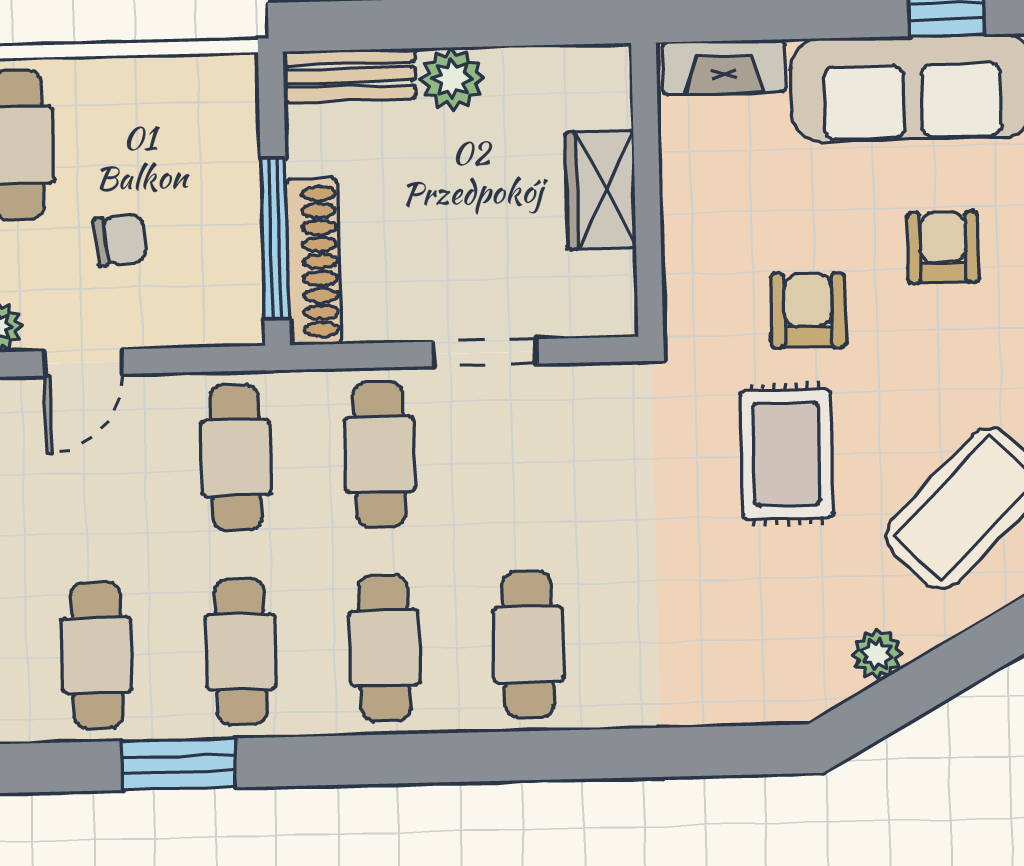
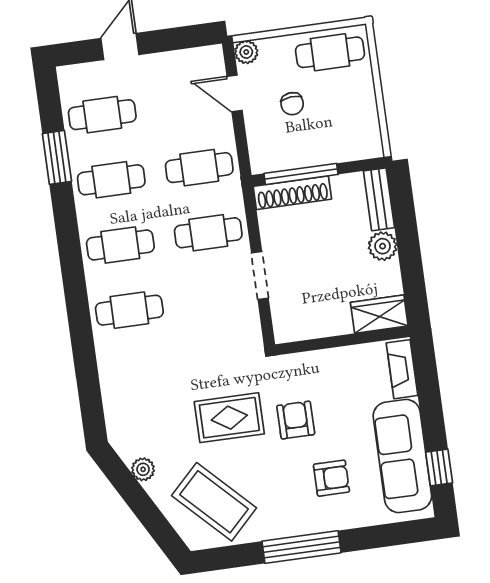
wardrobe: (601, 190) -> (379, 314), moved
armchair: (808, 311) -> (296, 420), turned -91

